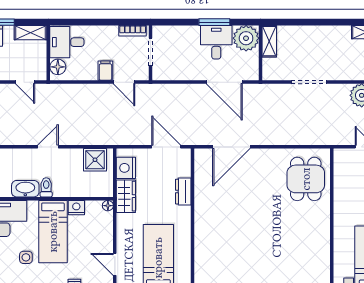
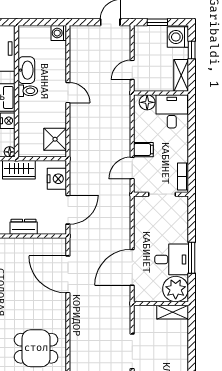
nightstand: (126, 168) -> (57, 179), moved, turned 90

